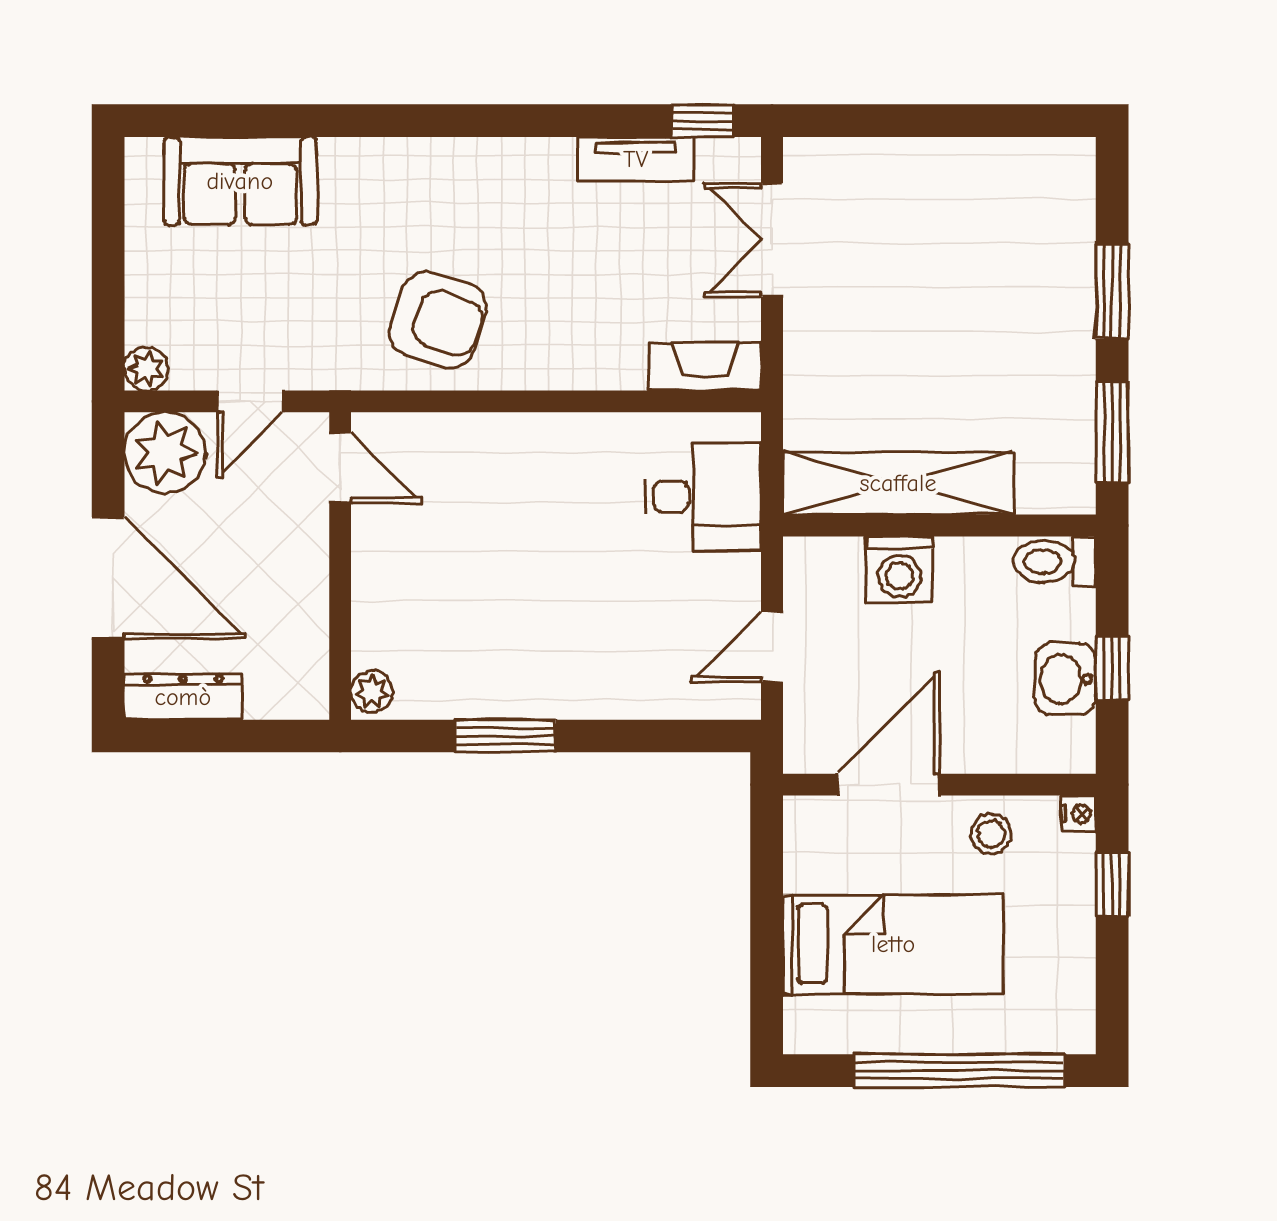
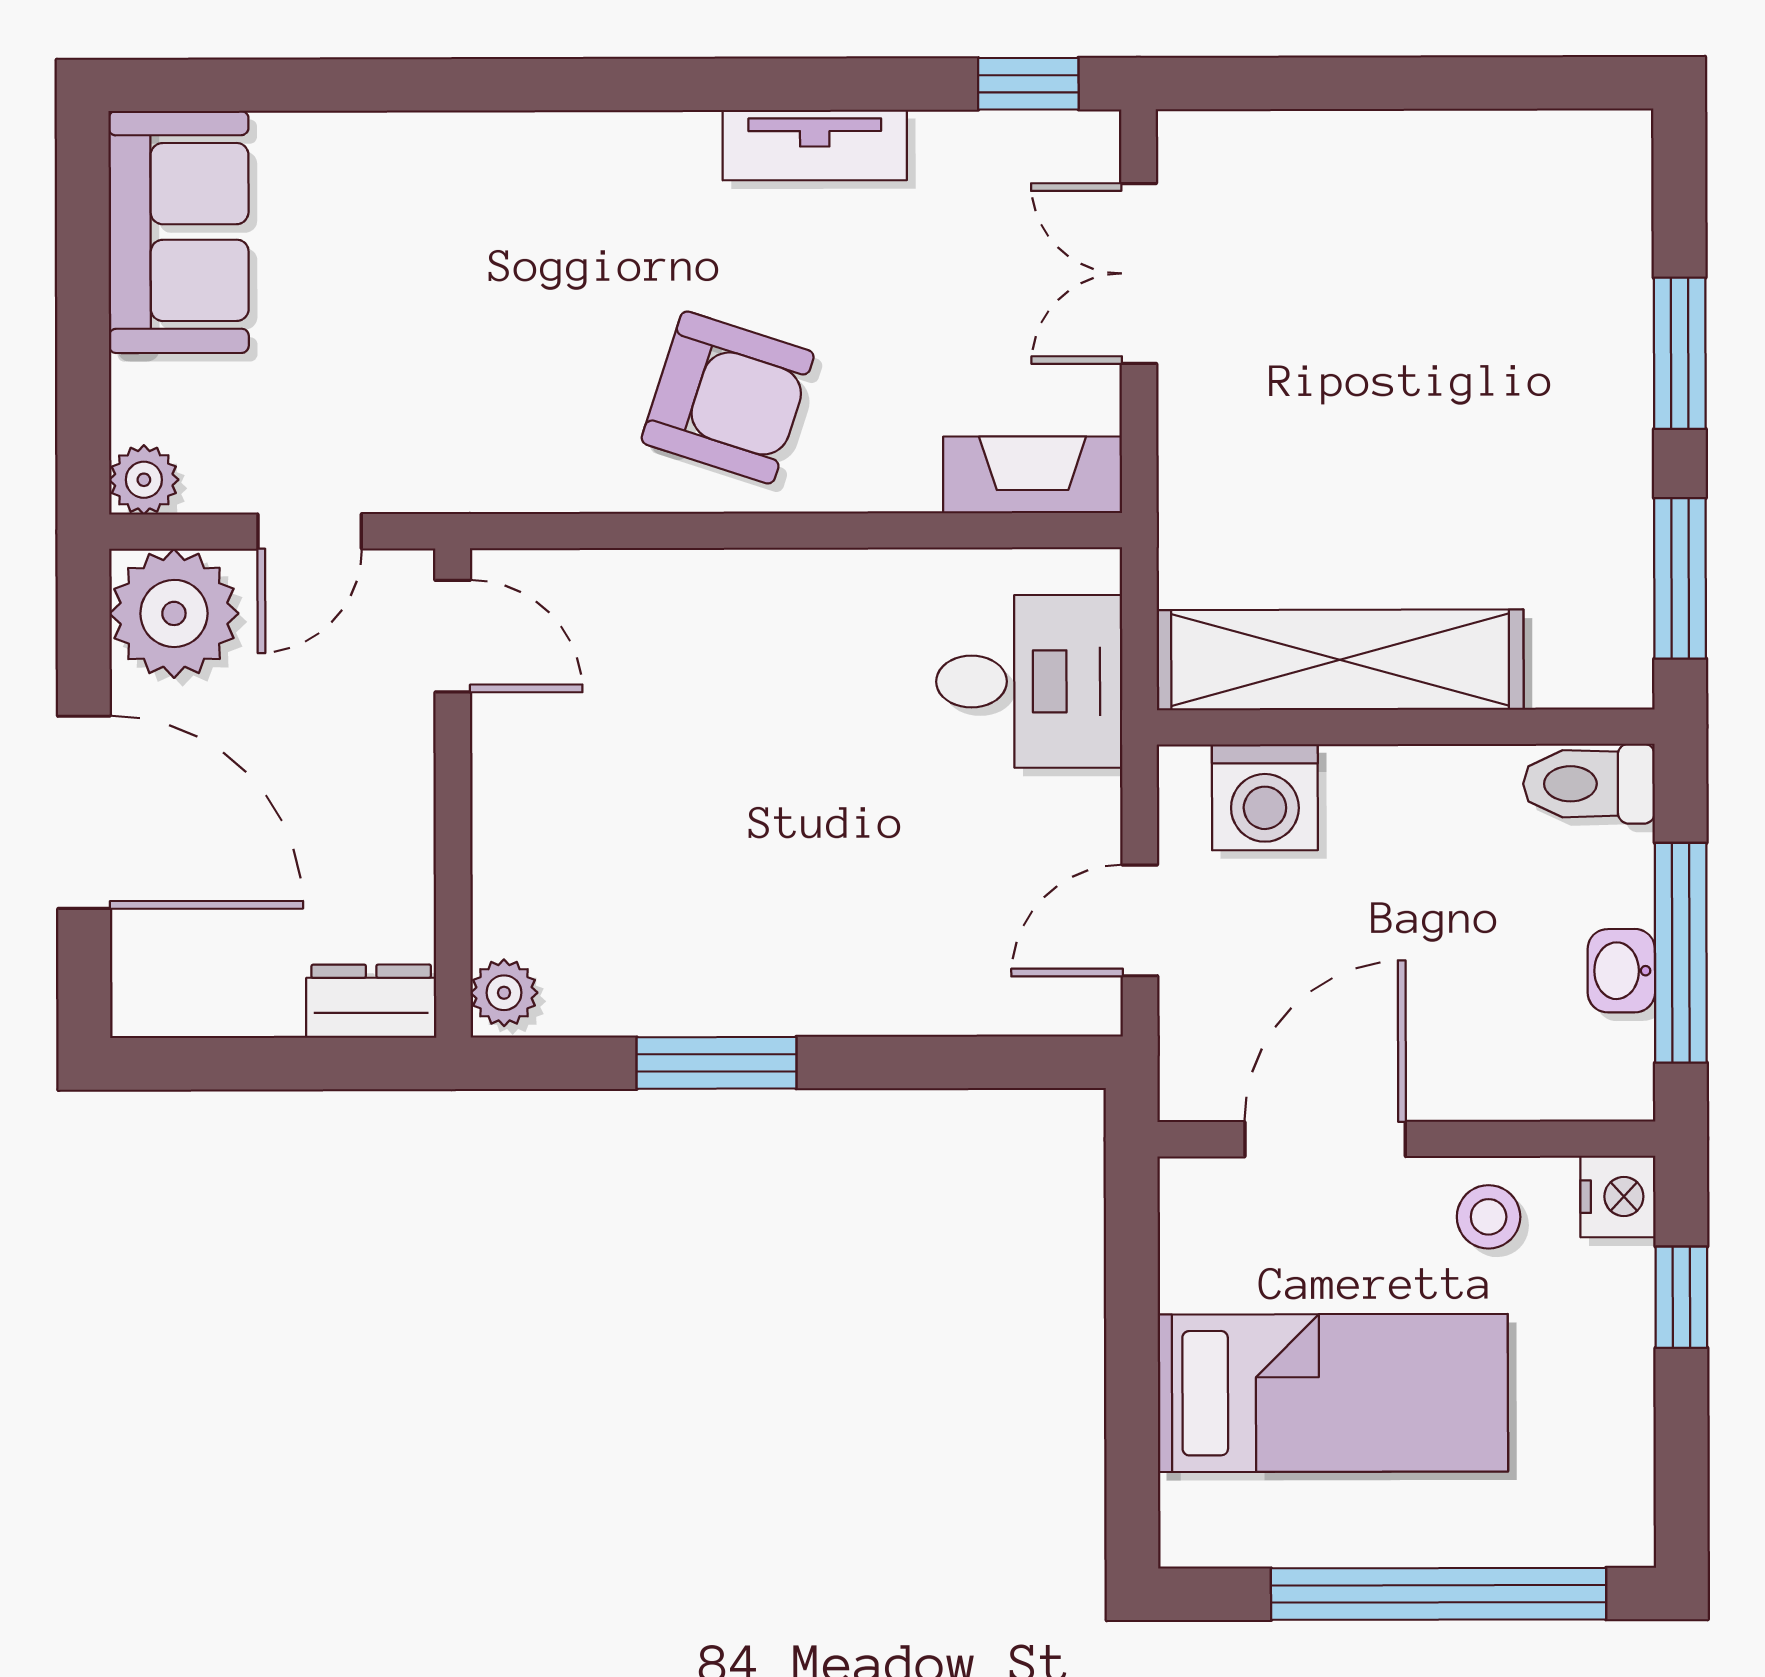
tv unit: (636, 159) -> (815, 145), moved
sofa: (240, 181) -> (179, 232), moved, turned -90
armchair: (438, 320) -> (728, 397), moved
washing machine: (900, 570) -> (1265, 797), moved
window: (1112, 668) -> (1681, 953), width x2.17
washbasin: (1065, 679) -> (1621, 971), width x0.72, depth x0.69
dresser: (183, 697) -> (371, 1001), moved, width x0.70
nightstand: (1078, 814) -> (1618, 1197), width x1.39, depth x1.35

